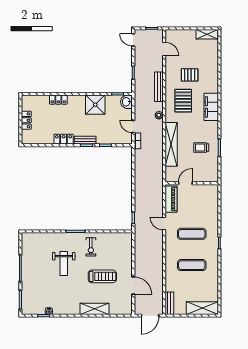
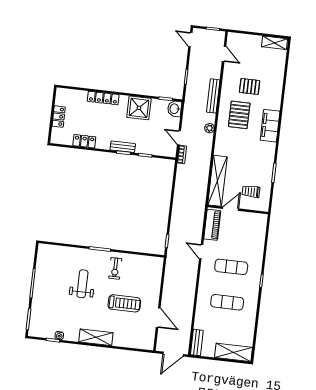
locker: (58, 100) -> (103, 98), width x1.53
locker: (64, 139) -> (84, 141), moved
shelving: (171, 144) -> (217, 181), moved
trolley: (201, 147) -> (251, 192), moved
weight bench: (64, 264) -> (82, 284), turned 180
shelving: (94, 309) -> (96, 337), moved

